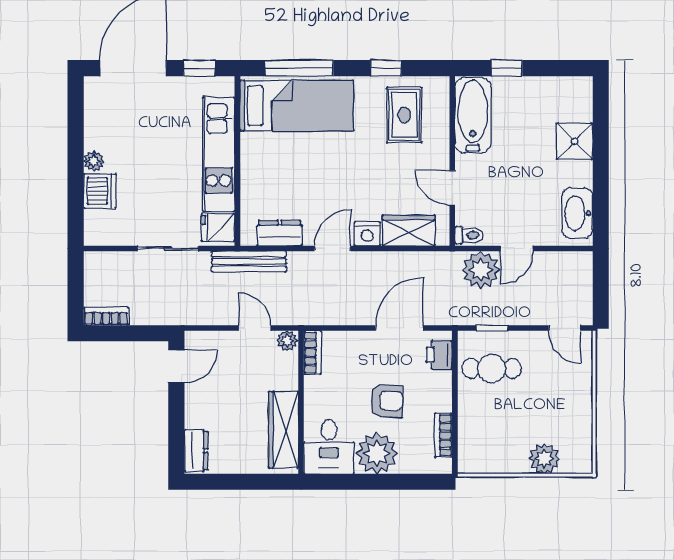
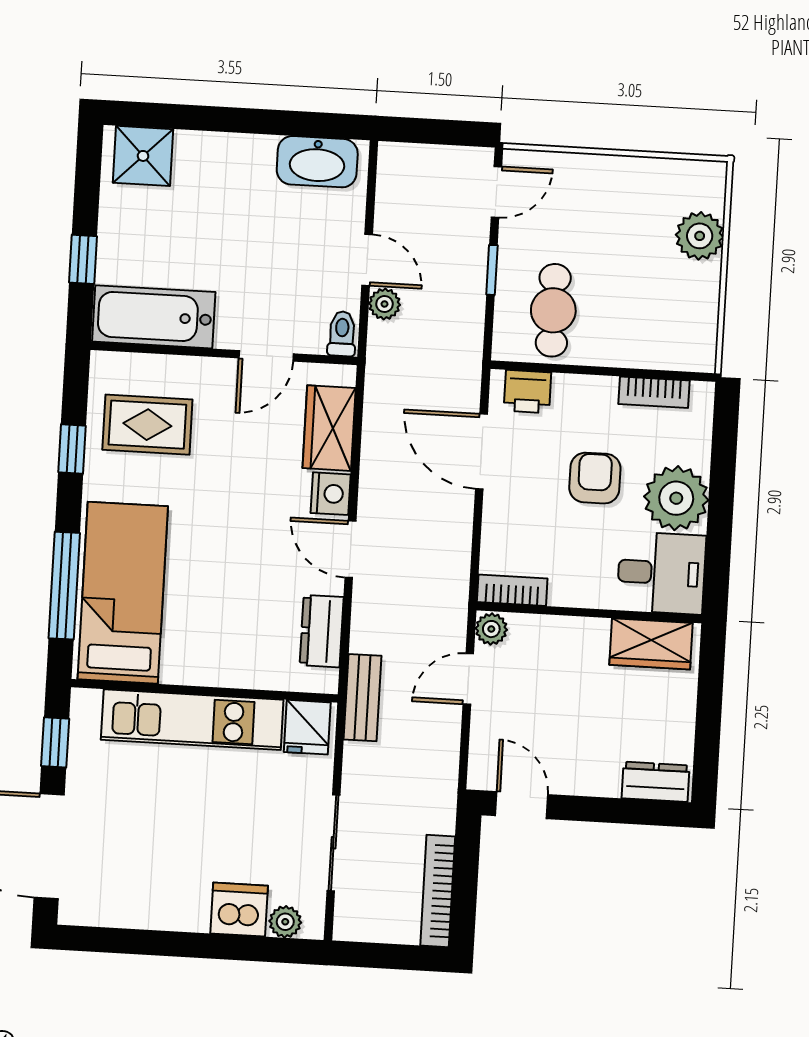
shower: (575, 141) -> (143, 156), moved
plant: (94, 161) -> (285, 922), moved
sliding door: (168, 248) -> (334, 843), moved
bench: (249, 262) -> (363, 698), width x0.73
plant: (481, 270) -> (385, 304), width x0.53, depth x0.53
bookcase: (106, 316) -> (438, 891), width x1.56
window: (492, 328) -> (492, 270), moved
wardrobe: (284, 430) -> (651, 644), width x0.67

